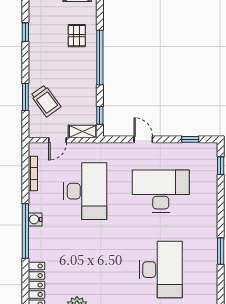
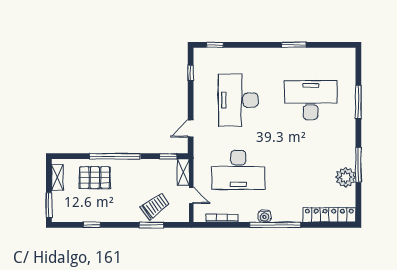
pallet: (77, 36) -> (95, 178), width x1.50, depth x1.42
door: (143, 139) -> (191, 129), moved
desk: (85, 191) -> (238, 170), turned 180

